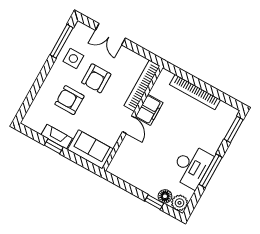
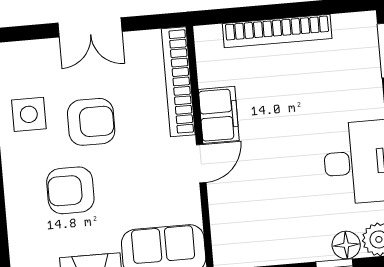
double door: (110, 34) -> (90, 27), moved
armchair: (96, 78) -> (91, 122), turned -90
door: (129, 125) -> (201, 164), hinge flipped

